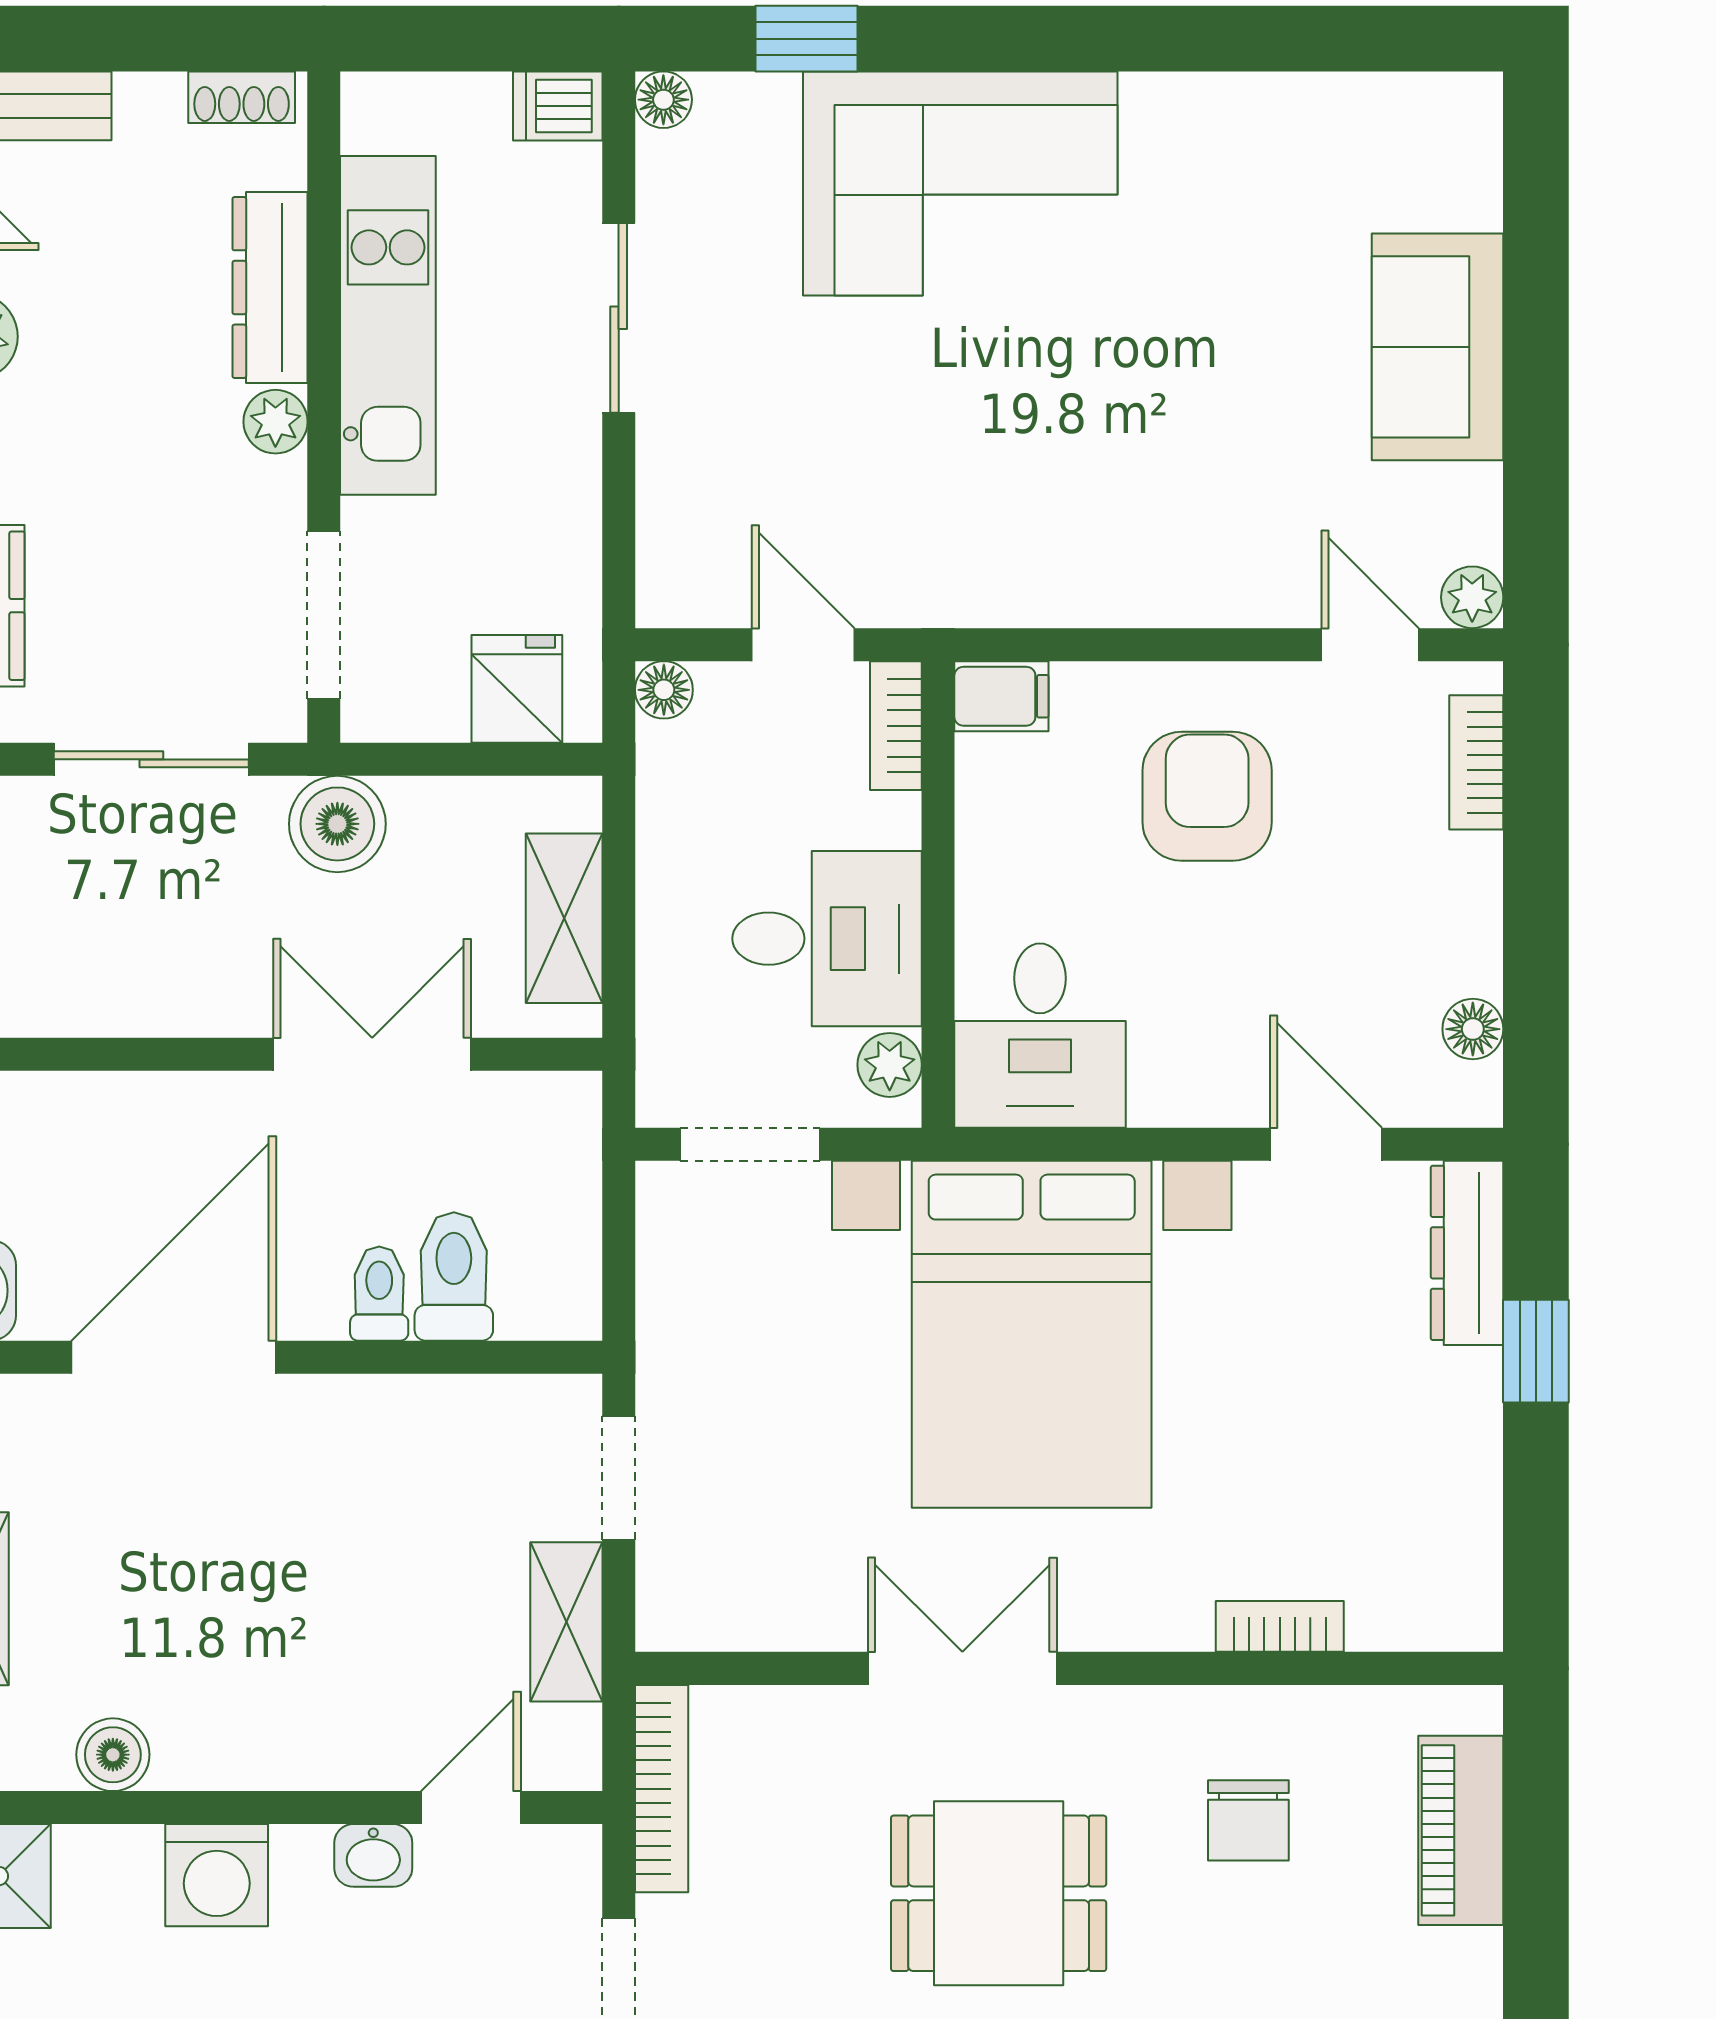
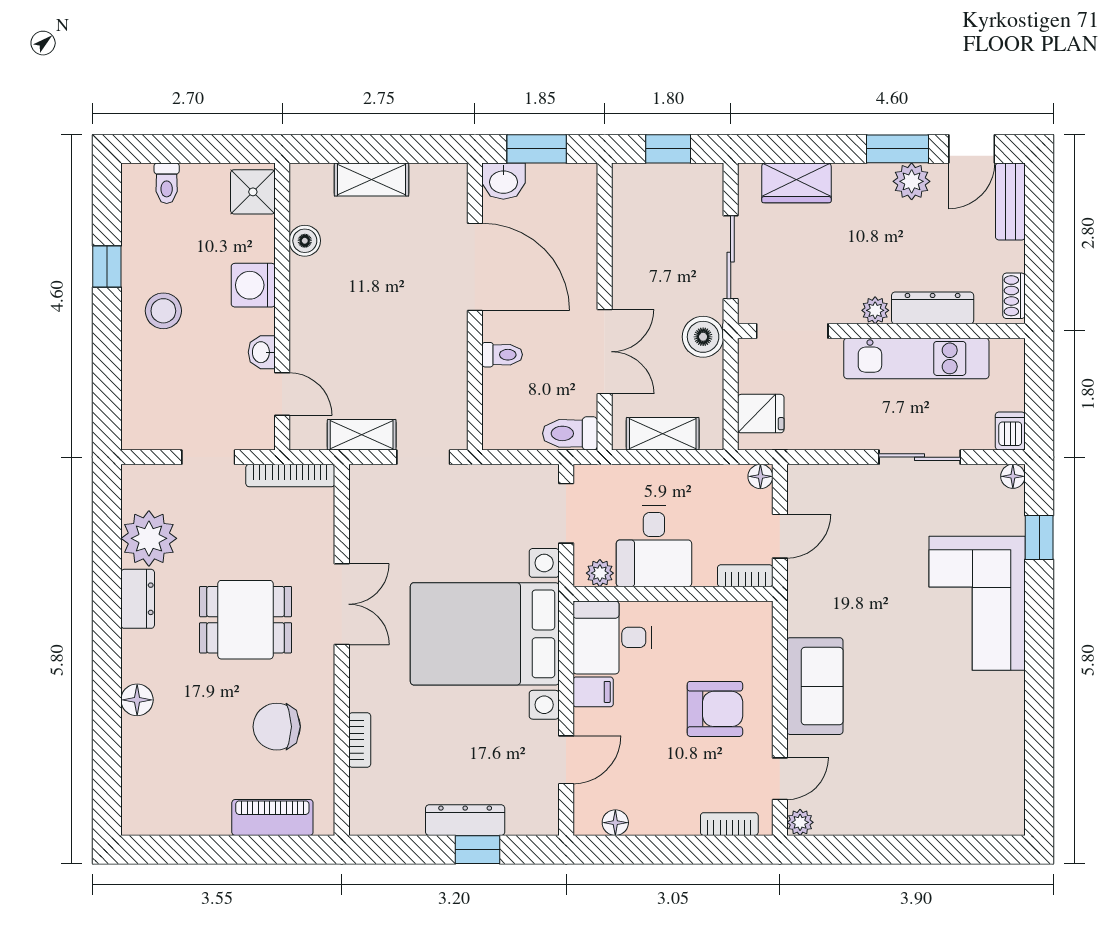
sofa: (1438, 347) -> (815, 686), moved, turned 90
filing cabinet: (1001, 696) -> (593, 692), moved, turned -90
dresser: (1467, 1253) -> (465, 820), moved
toilet: (454, 1276) -> (570, 433), moved, turned 180
chair: (1248, 1820) -> (277, 727), width x1.37, depth x1.37
dining table: (999, 1893) -> (246, 620), turned 90

